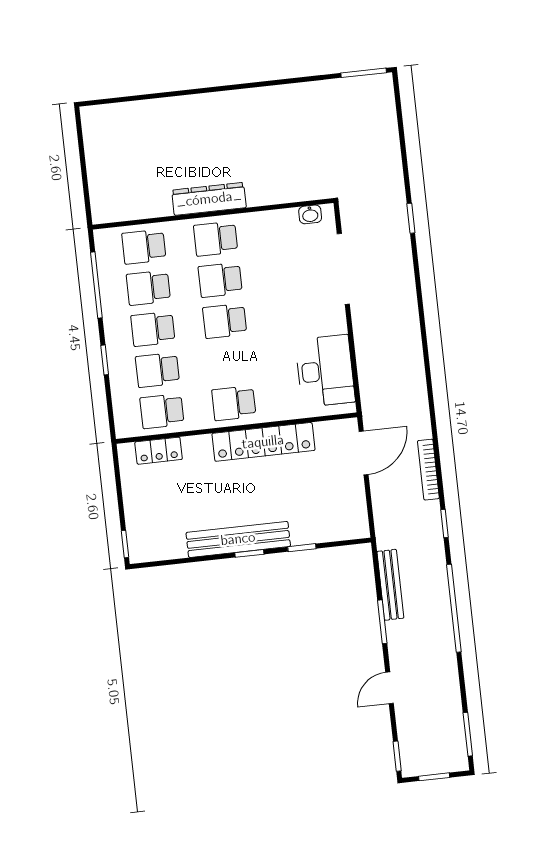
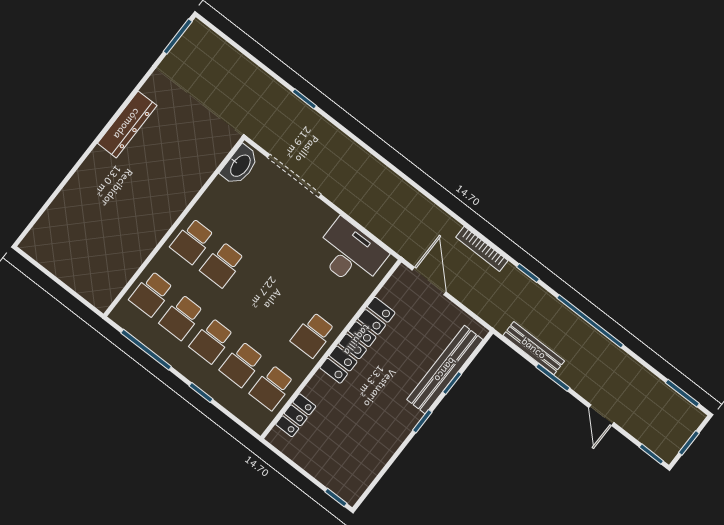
dresser: (209, 199) -> (127, 124), moved, turned 180
washbasin: (310, 214) -> (240, 165), width x1.91, depth x1.45
school desk: (225, 321) -> (252, 288), removed
bench: (238, 539) -> (445, 370), moved

